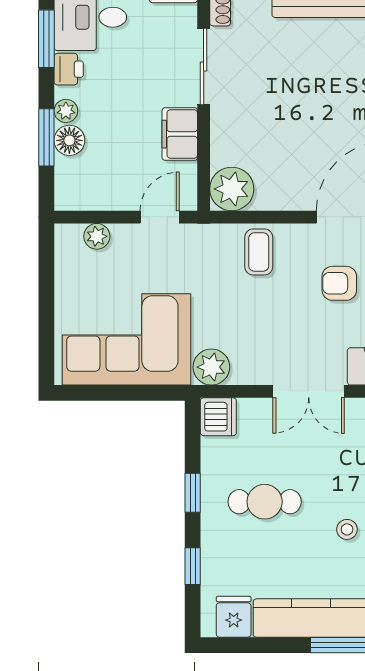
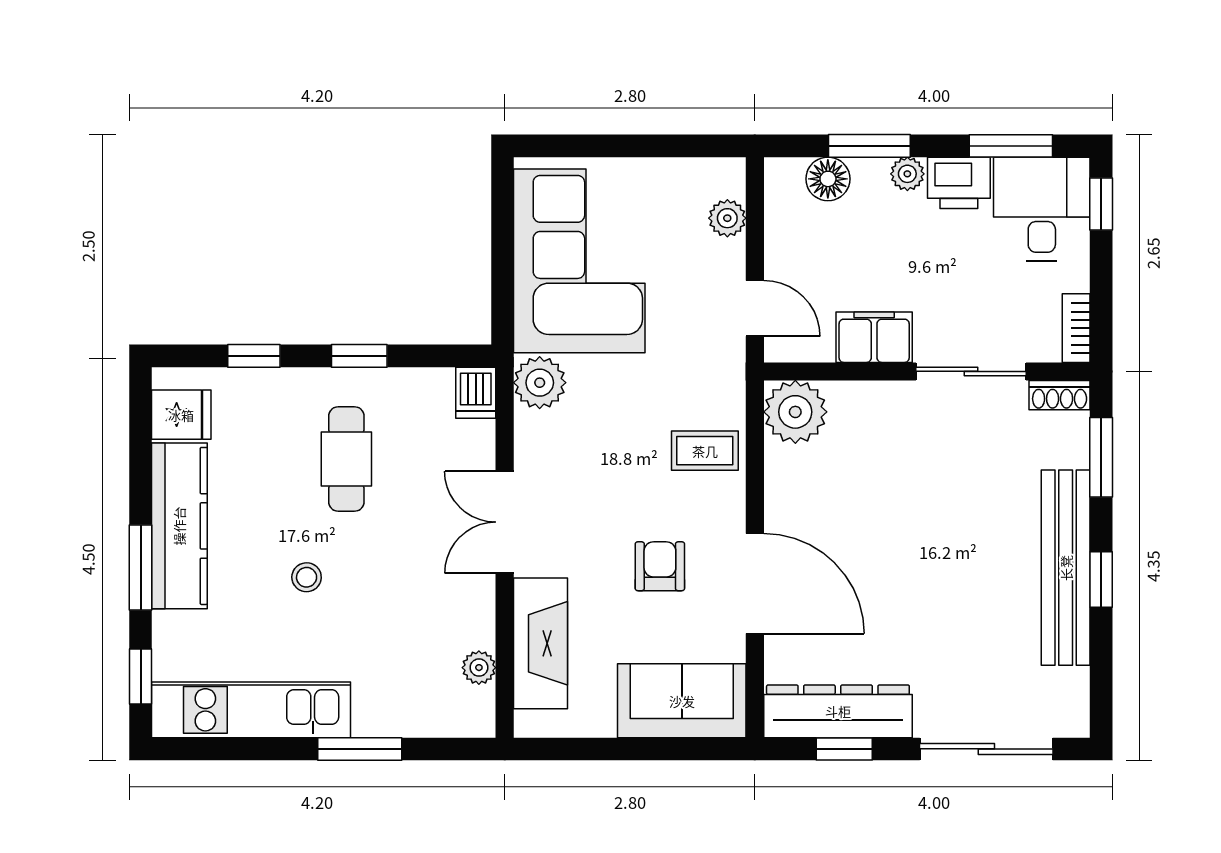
printer: (69, 69) -> (959, 183), width x1.36, depth x1.24
floor lamp: (69, 140) -> (828, 179), moved
dishwasher: (218, 417) -> (476, 393), width x0.73

